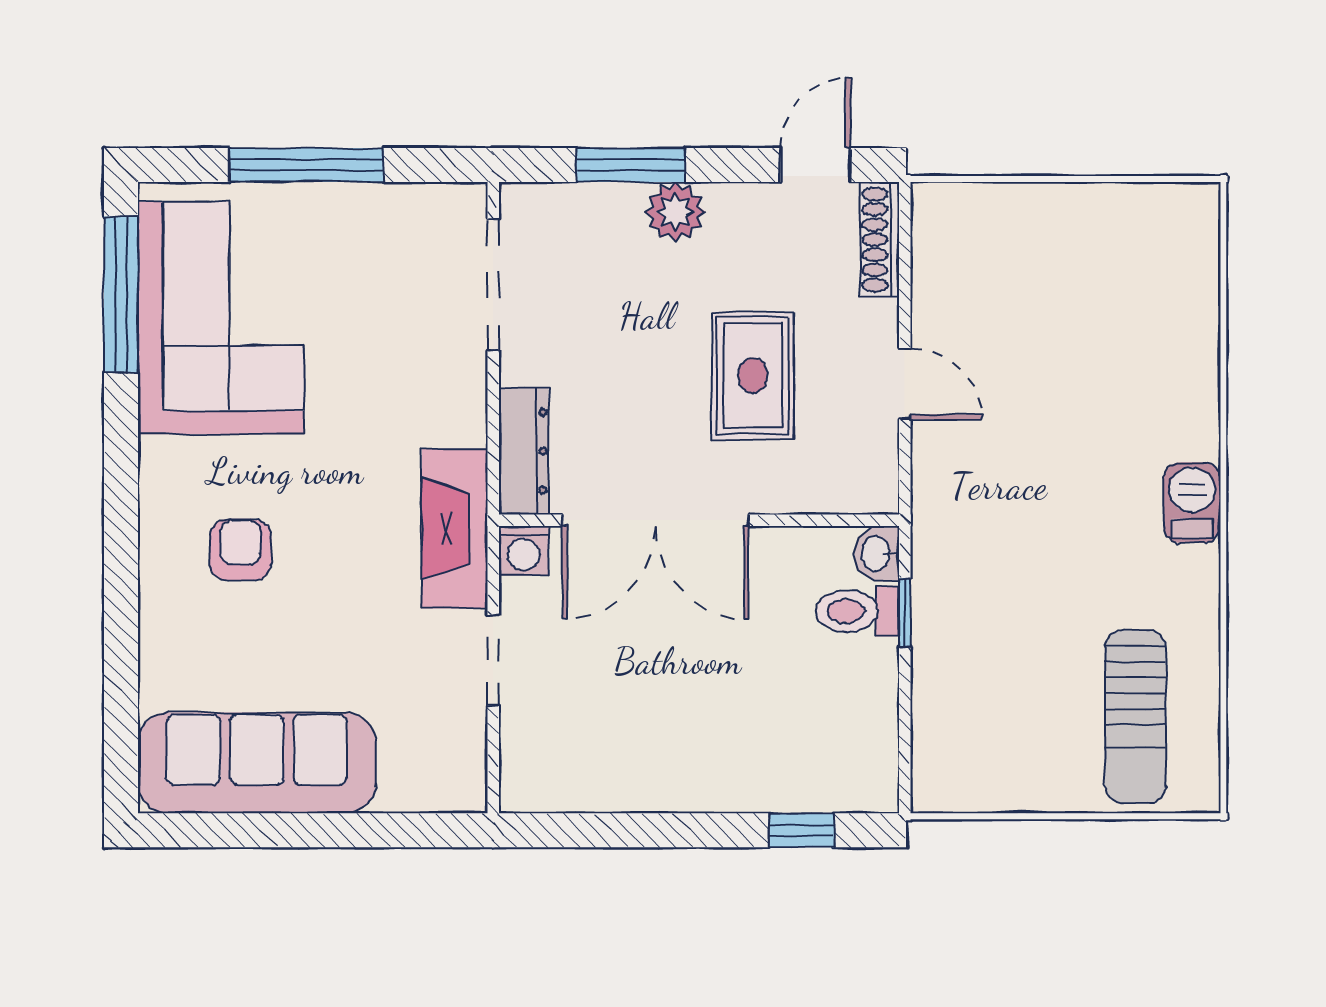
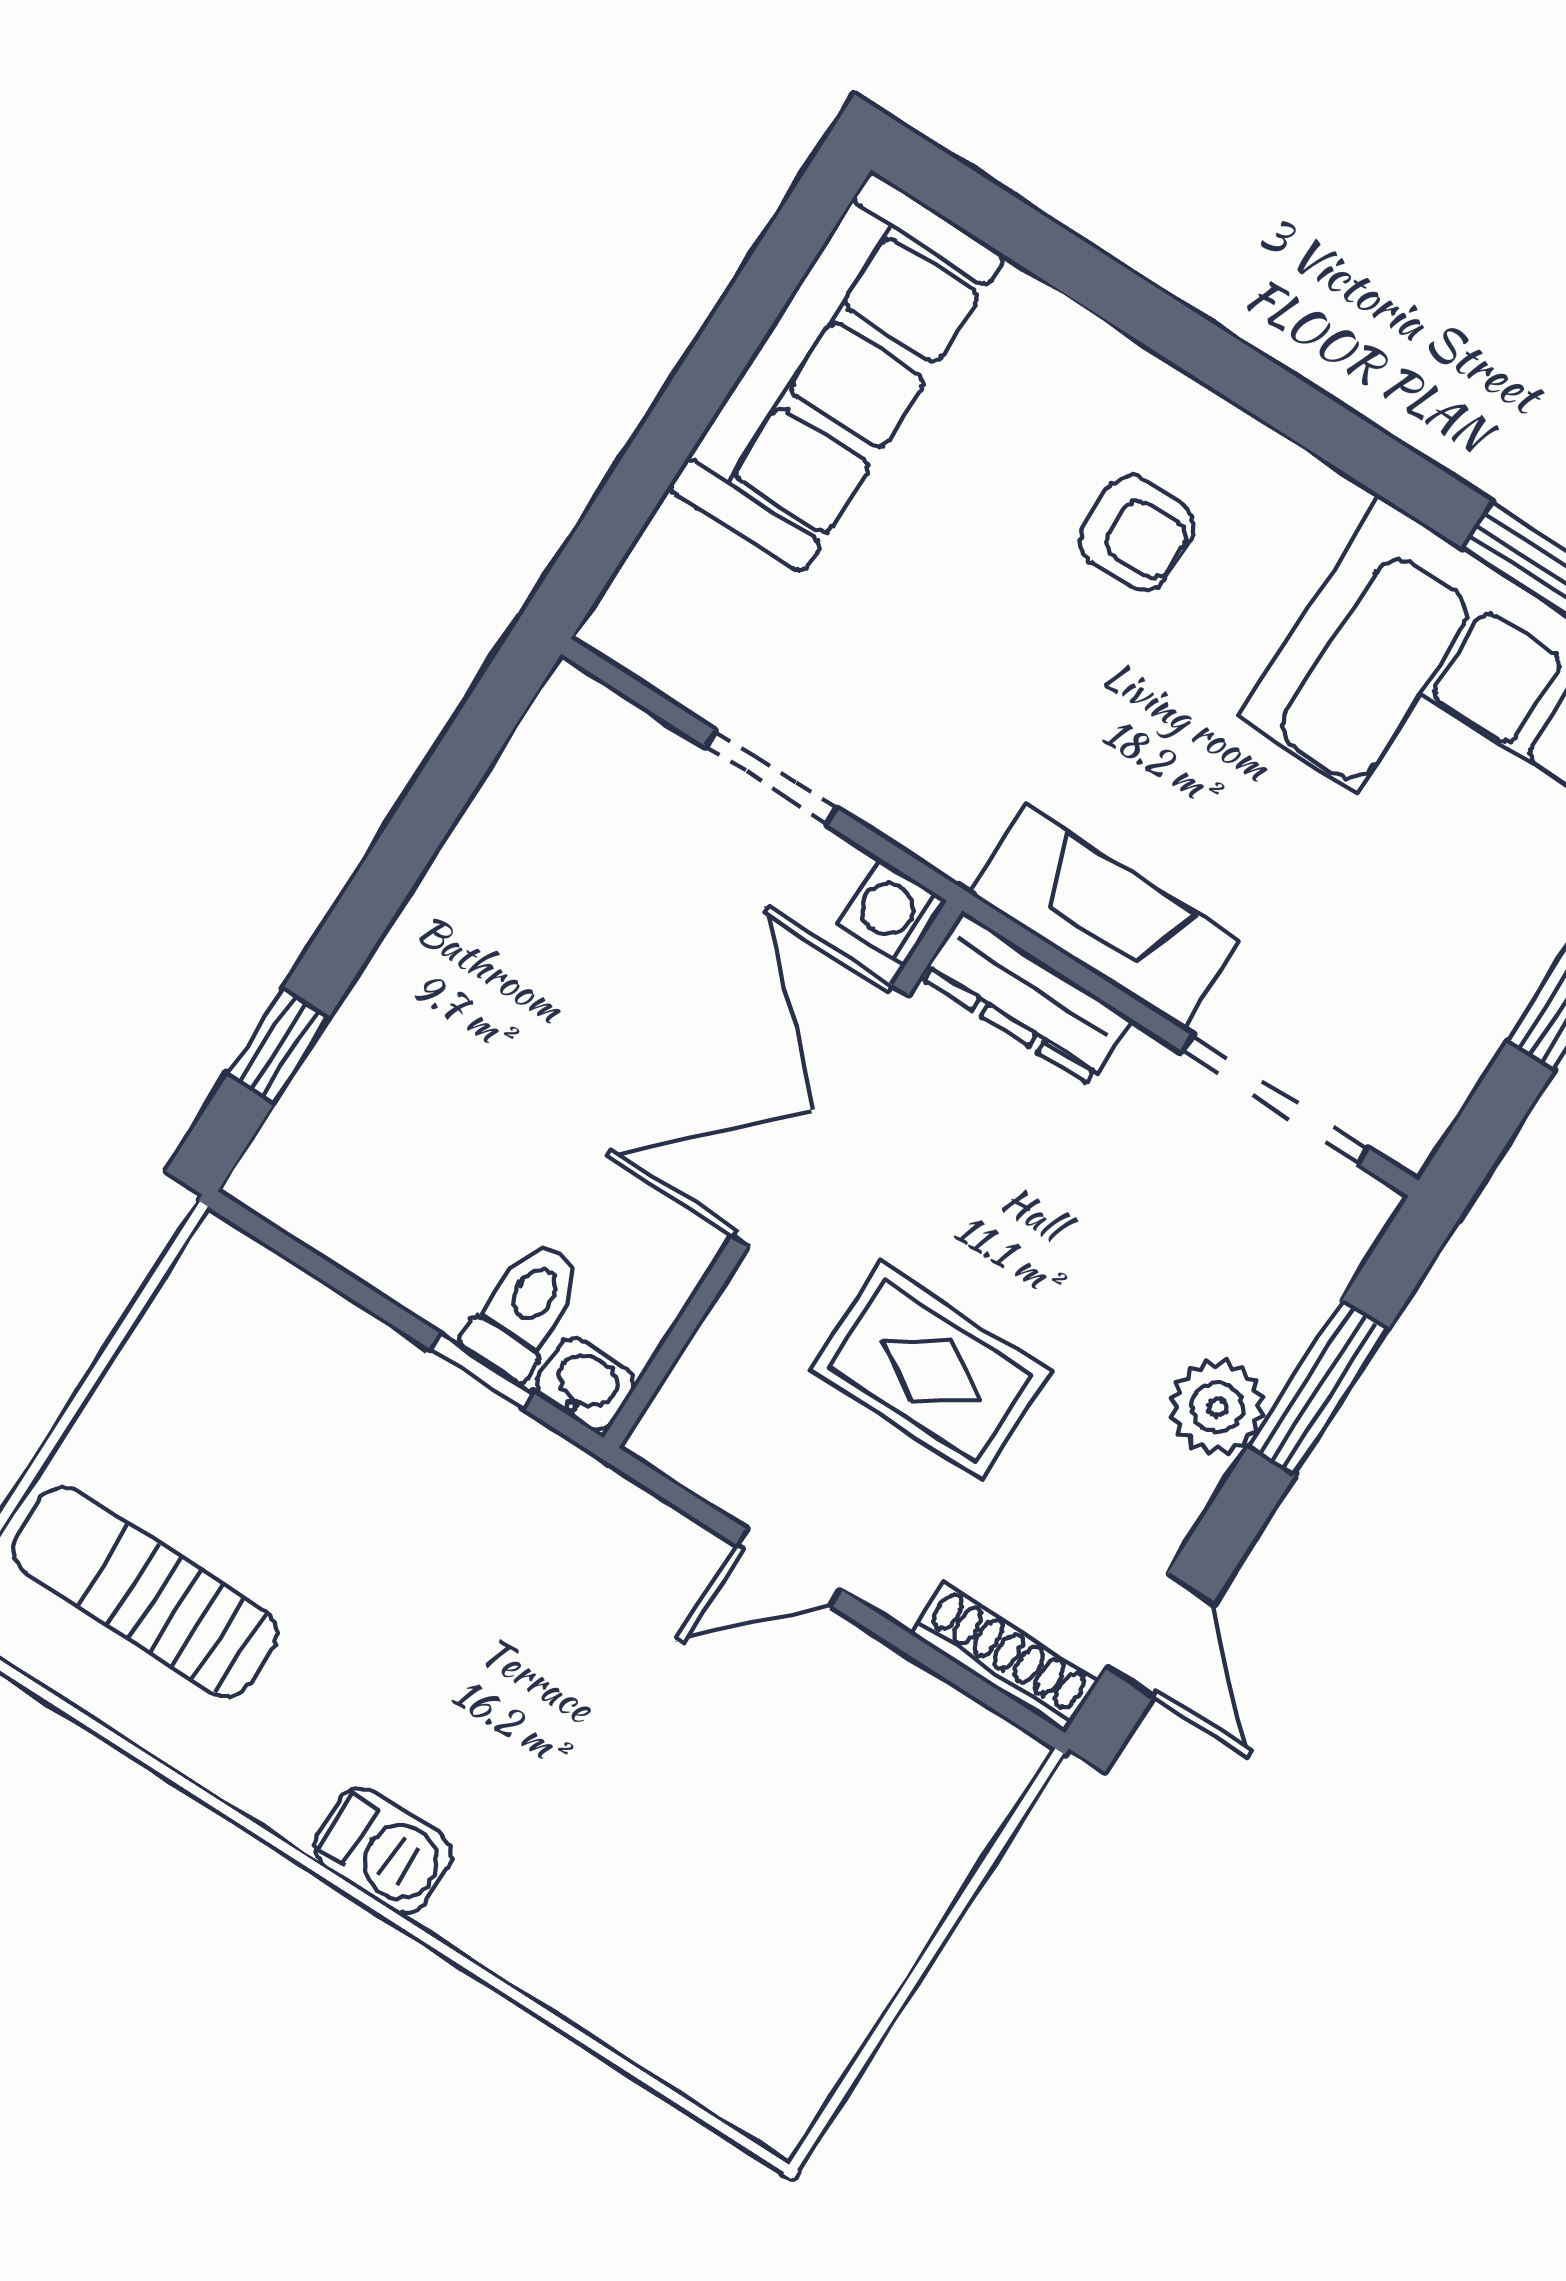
fireplace: (455, 529) -> (1104, 917), moved

